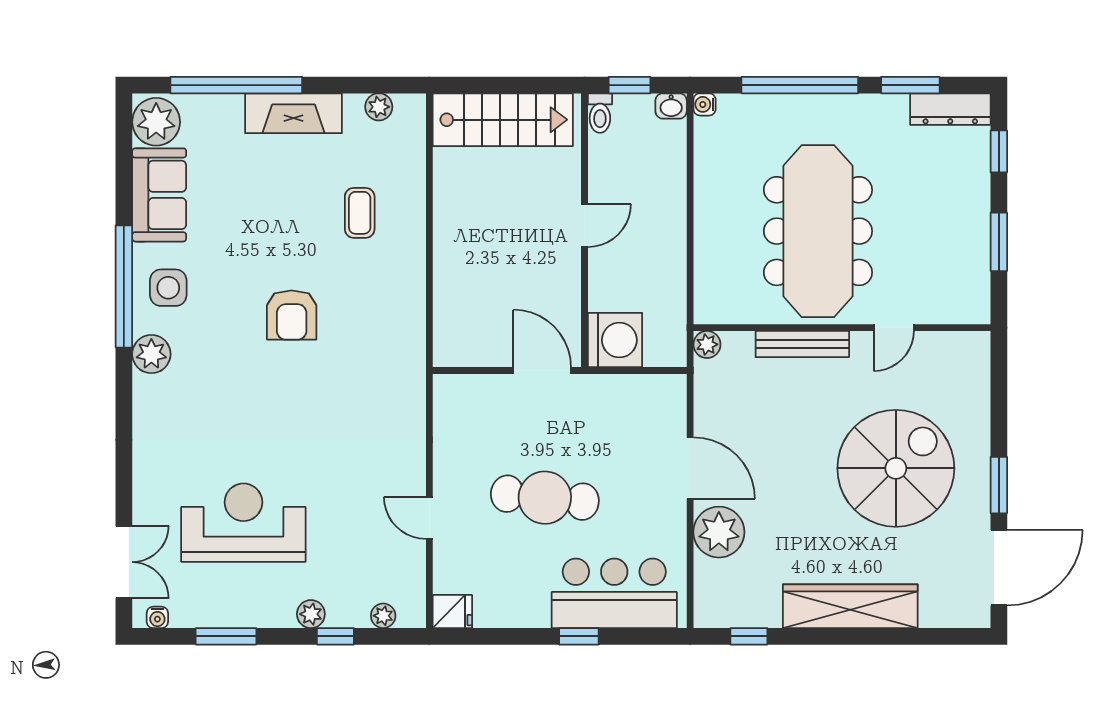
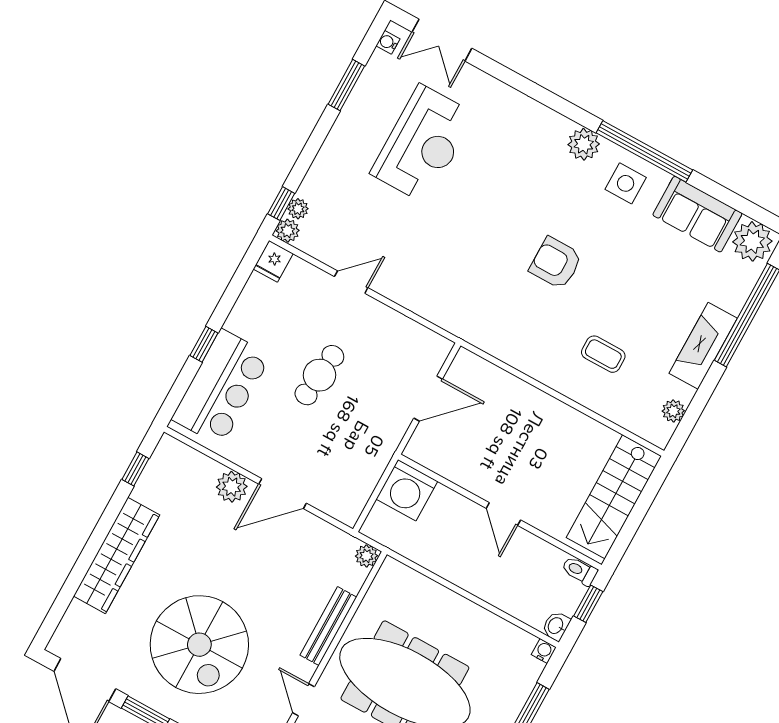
door: (542, 371) -> (428, 399), moved
cafe table: (545, 498) -> (319, 375), width x0.73, depth x0.74
plant: (719, 532) -> (232, 487), width x0.73, depth x0.73
plant: (311, 614) -> (288, 231), moved
window: (335, 636) -> (281, 204), moved

